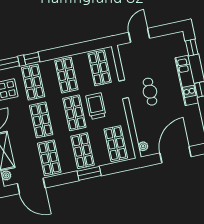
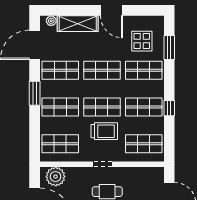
window: (32, 58) -> (169, 108), moved
doorway: (124, 89) -> (103, 164), moved
plant: (143, 146) -> (56, 177), width x1.87, depth x1.87
window: (89, 173) -> (35, 93), moved

